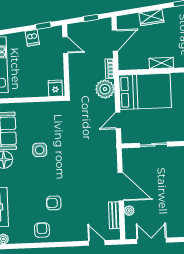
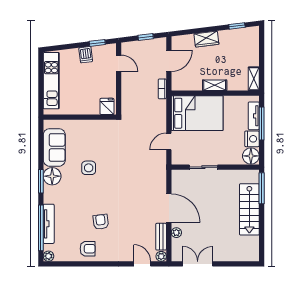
plant: (105, 89) -> (161, 256), moved, width x0.53, depth x0.53
armchair: (54, 203) -> (101, 222), turned 83
armchair: (42, 230) -> (88, 249), turned 90

